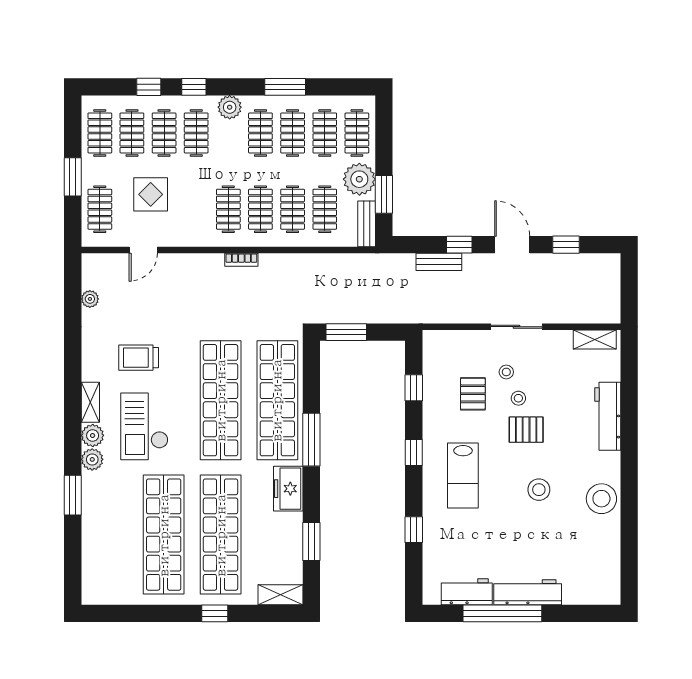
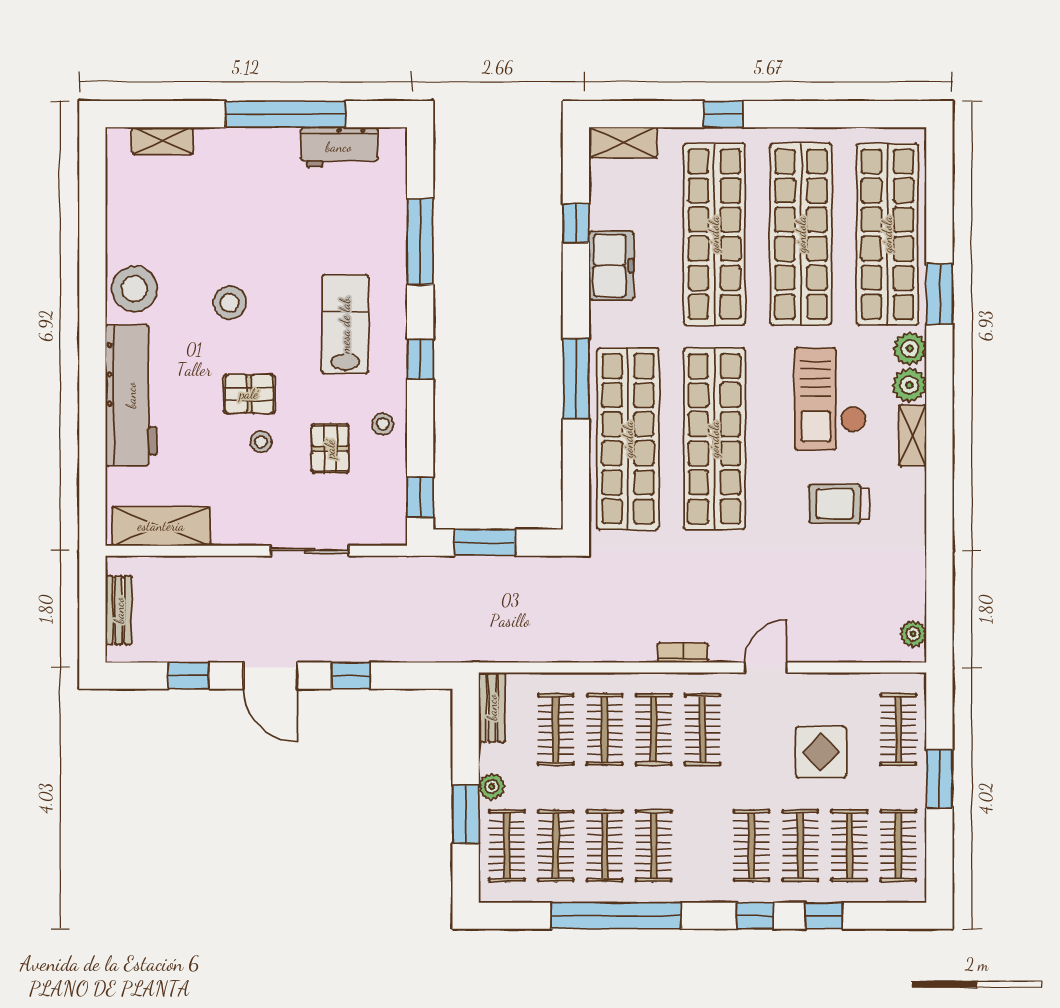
window: (285, 87) -> (616, 916), width x2.11
plant: (230, 107) -> (701, 885), removed
plant: (359, 179) -> (492, 787), width x0.53, depth x0.53
window: (384, 194) -> (466, 814), moved
door: (143, 250) -> (766, 667), moved
bench: (439, 262) -> (119, 610), moved, turned 90
plant: (90, 299) -> (913, 634), moved
sliding door: (516, 327) -> (310, 551), moved
window: (346, 332) -> (485, 543), moved
shelving: (595, 340) -> (161, 526), width x1.50, depth x1.33
trolley: (139, 358) -> (839, 504), turned 180
stool: (506, 372) -> (383, 424), moved
window: (414, 388) -> (420, 497), moved
workbench: (608, 416) -> (131, 395), width x1.36, depth x1.32
checkout: (144, 426) -> (830, 399), turned 180
freezer: (288, 489) -> (611, 266), moved
window: (414, 530) -> (420, 242), width x2.17
shop shelf: (107, 535) -> (887, 234), added
window: (311, 542) -> (576, 223), width x0.67
workbench: (528, 592) -> (247, 146), removed
shelving: (583, 596) -> (162, 141), added

